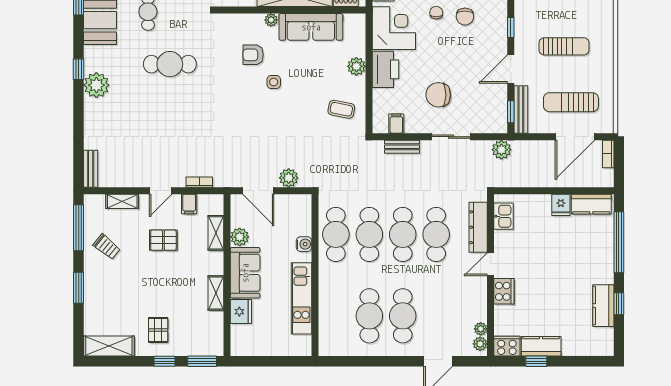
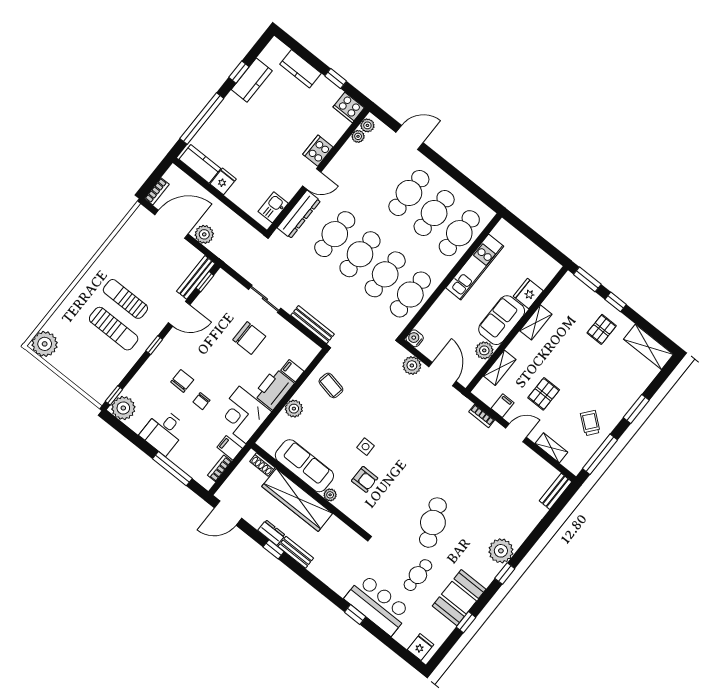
cafe table: (170, 64) -> (433, 523), turned 67
sun lounger: (571, 102) -> (114, 329), moved
filing cabinet: (396, 124) -> (292, 371), moved, turned 90
bench: (402, 147) -> (313, 325), width x1.36
plant: (501, 150) -> (204, 234), moved
pallet: (163, 240) -> (544, 394), turned 90
water cooler: (304, 244) -> (415, 338), moved
cafe table: (336, 316) -> (459, 233), added
kitchen counter: (541, 346) -> (300, 69), moved

